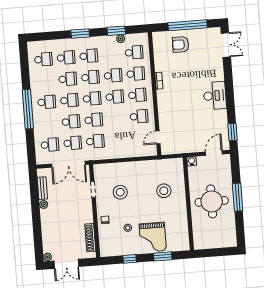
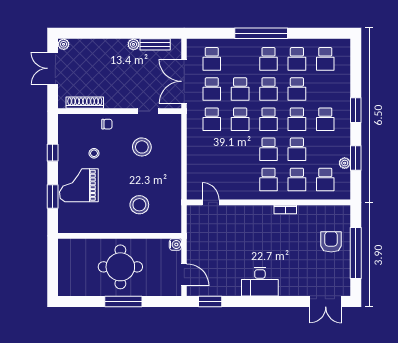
school desk: (66, 58) -> (297, 59), moved
school desk: (139, 116) -> (240, 179), removed

